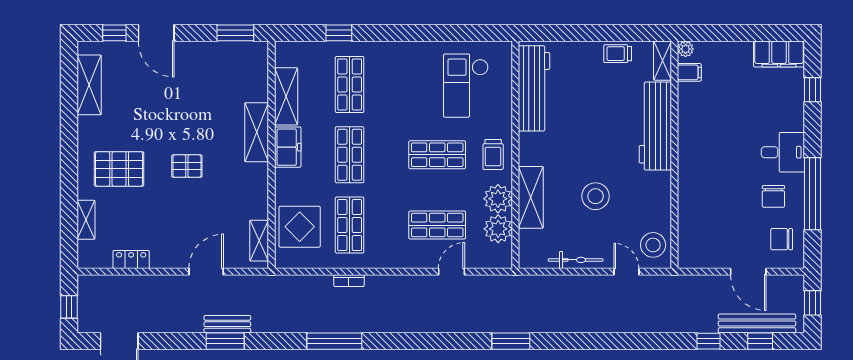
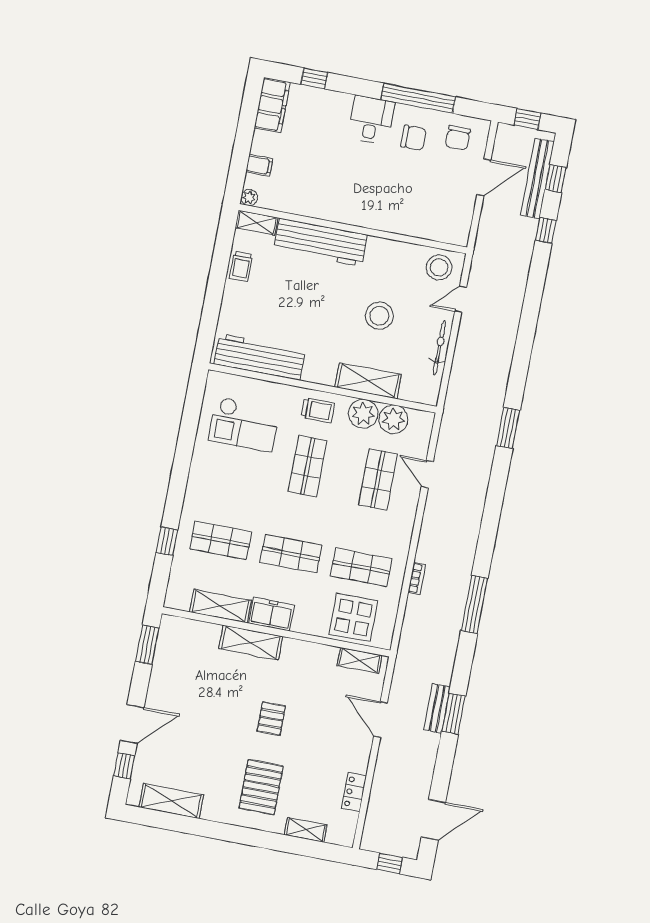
filing cabinet: (689, 72) -> (259, 165), moved, turned 90

